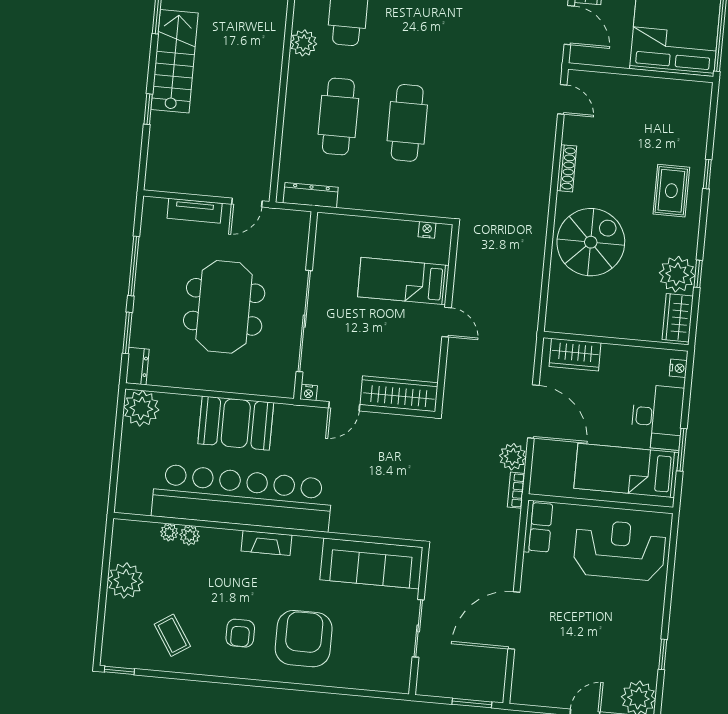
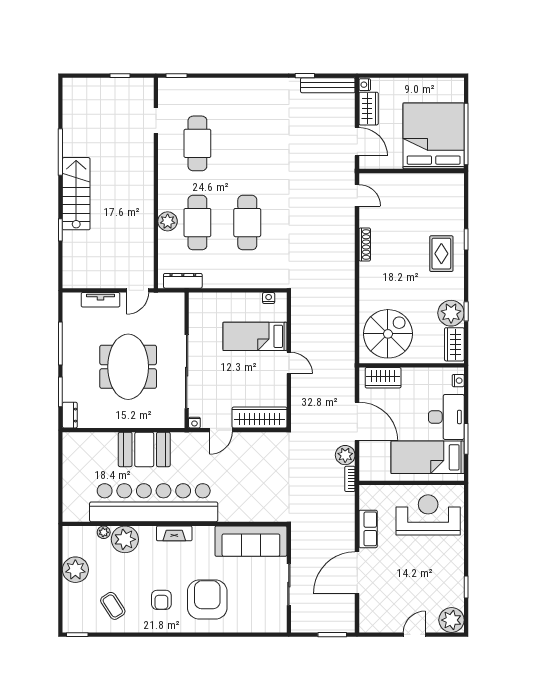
plant: (304, 43) -> (168, 221), moved
spiral stairs: (591, 242) -> (388, 334), moved
plant: (141, 408) -> (75, 445), removed
row of seats: (538, 527) -> (368, 529), moved
plant: (190, 535) -> (125, 539), width x1.87, depth x1.87

